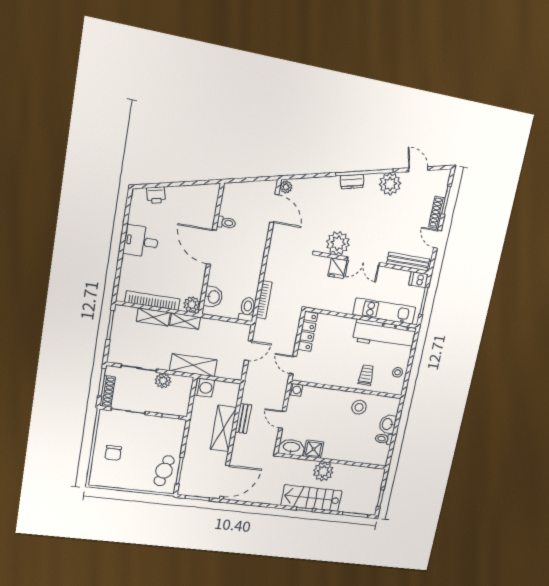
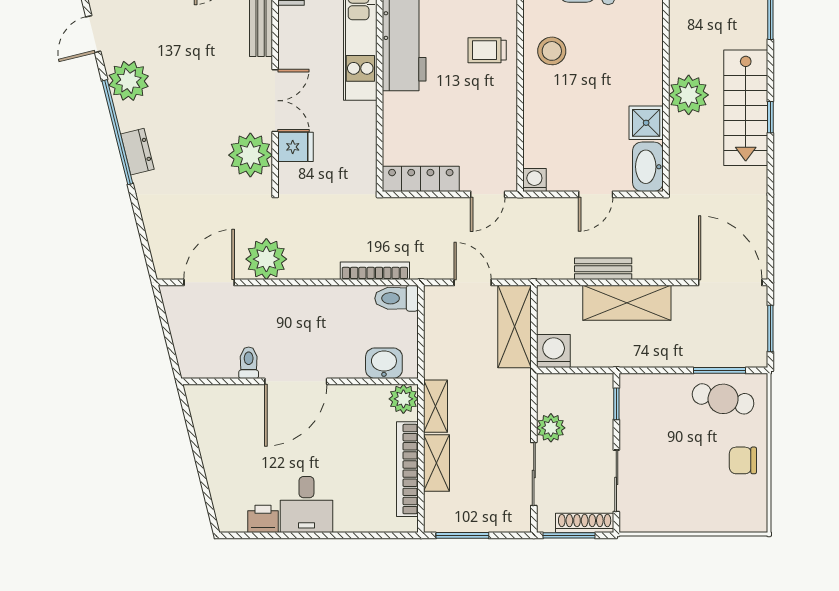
plant: (286, 187) -> (266, 259), moved, width x1.88, depth x1.88
printer: (156, 195) -> (263, 519), moved, turned -76
shelving: (193, 365) -> (514, 326), moved
chair: (113, 453) -> (743, 460), moved, turned 180

